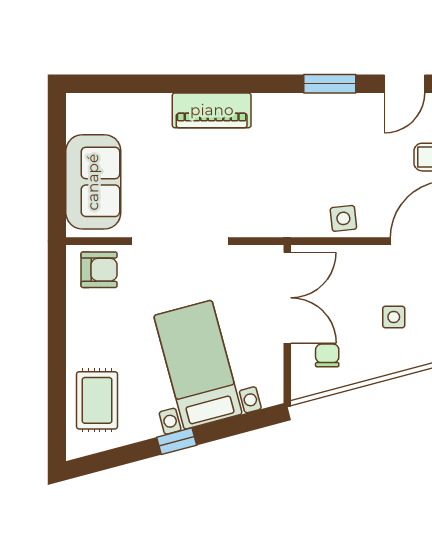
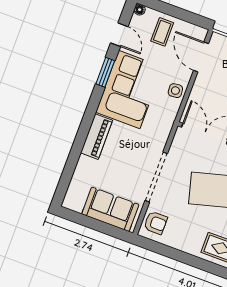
corner sofa: (315, 137) -> (129, 90), added
armchair: (99, 270) -> (156, 223), turned 90

